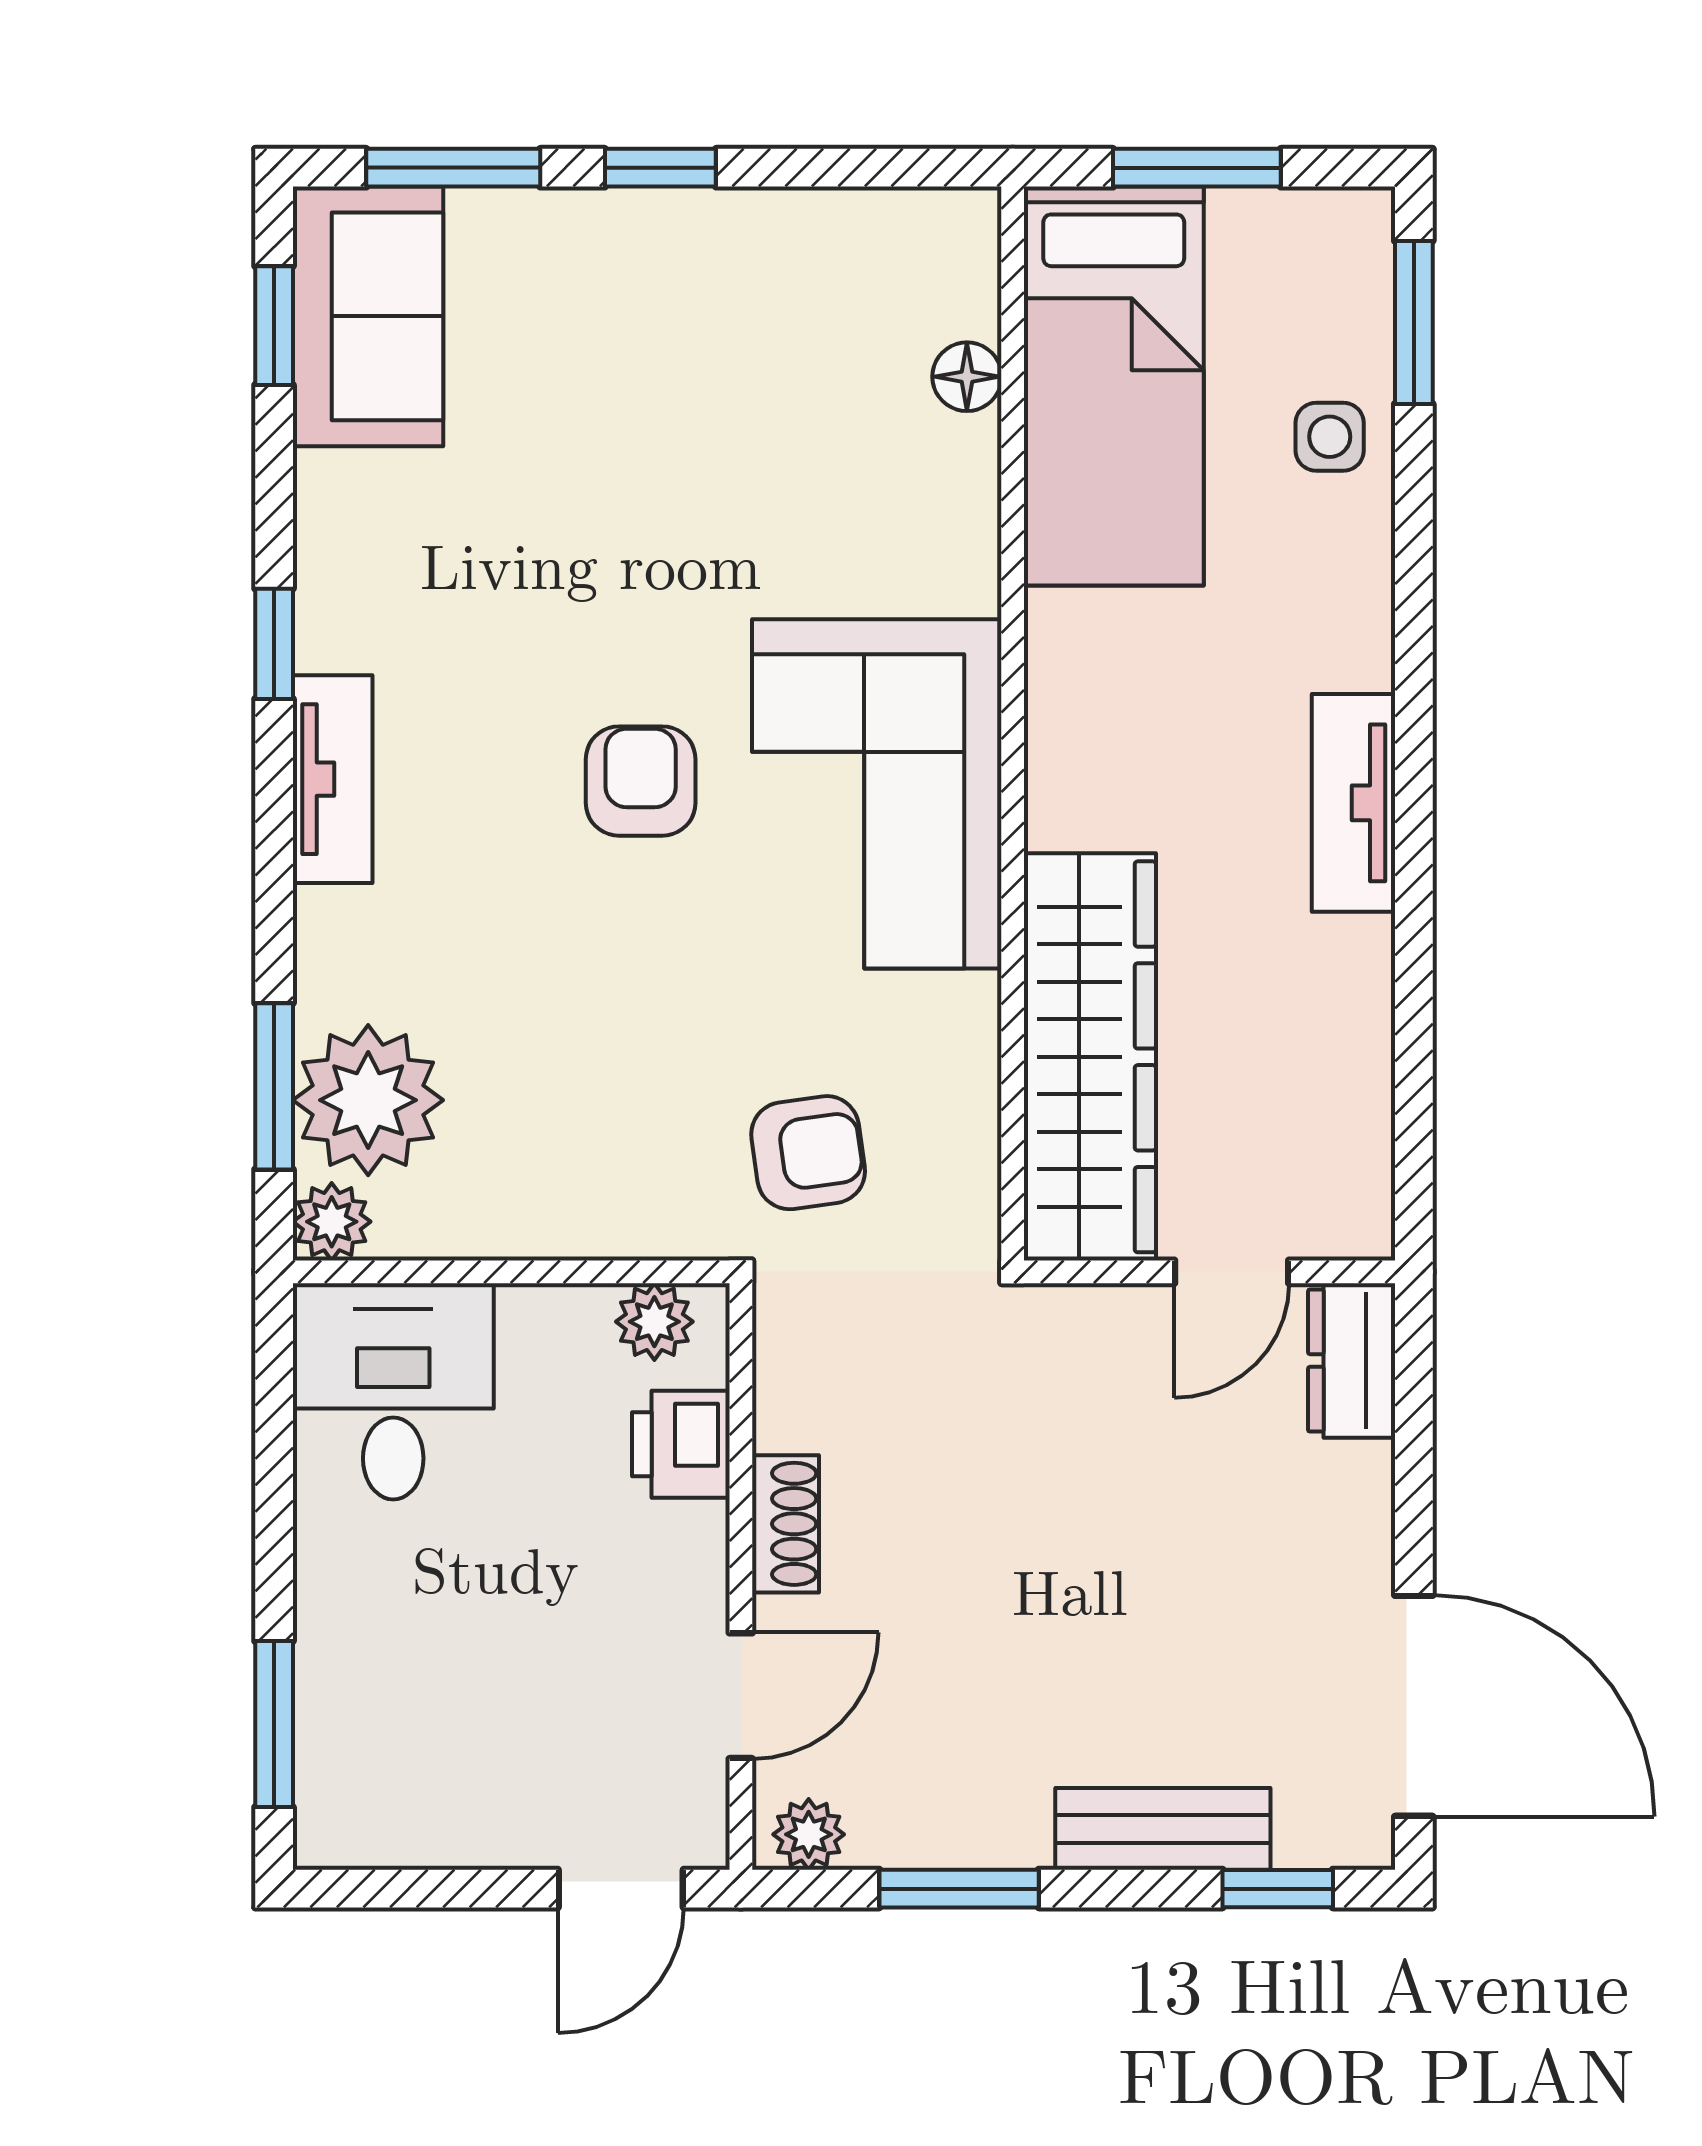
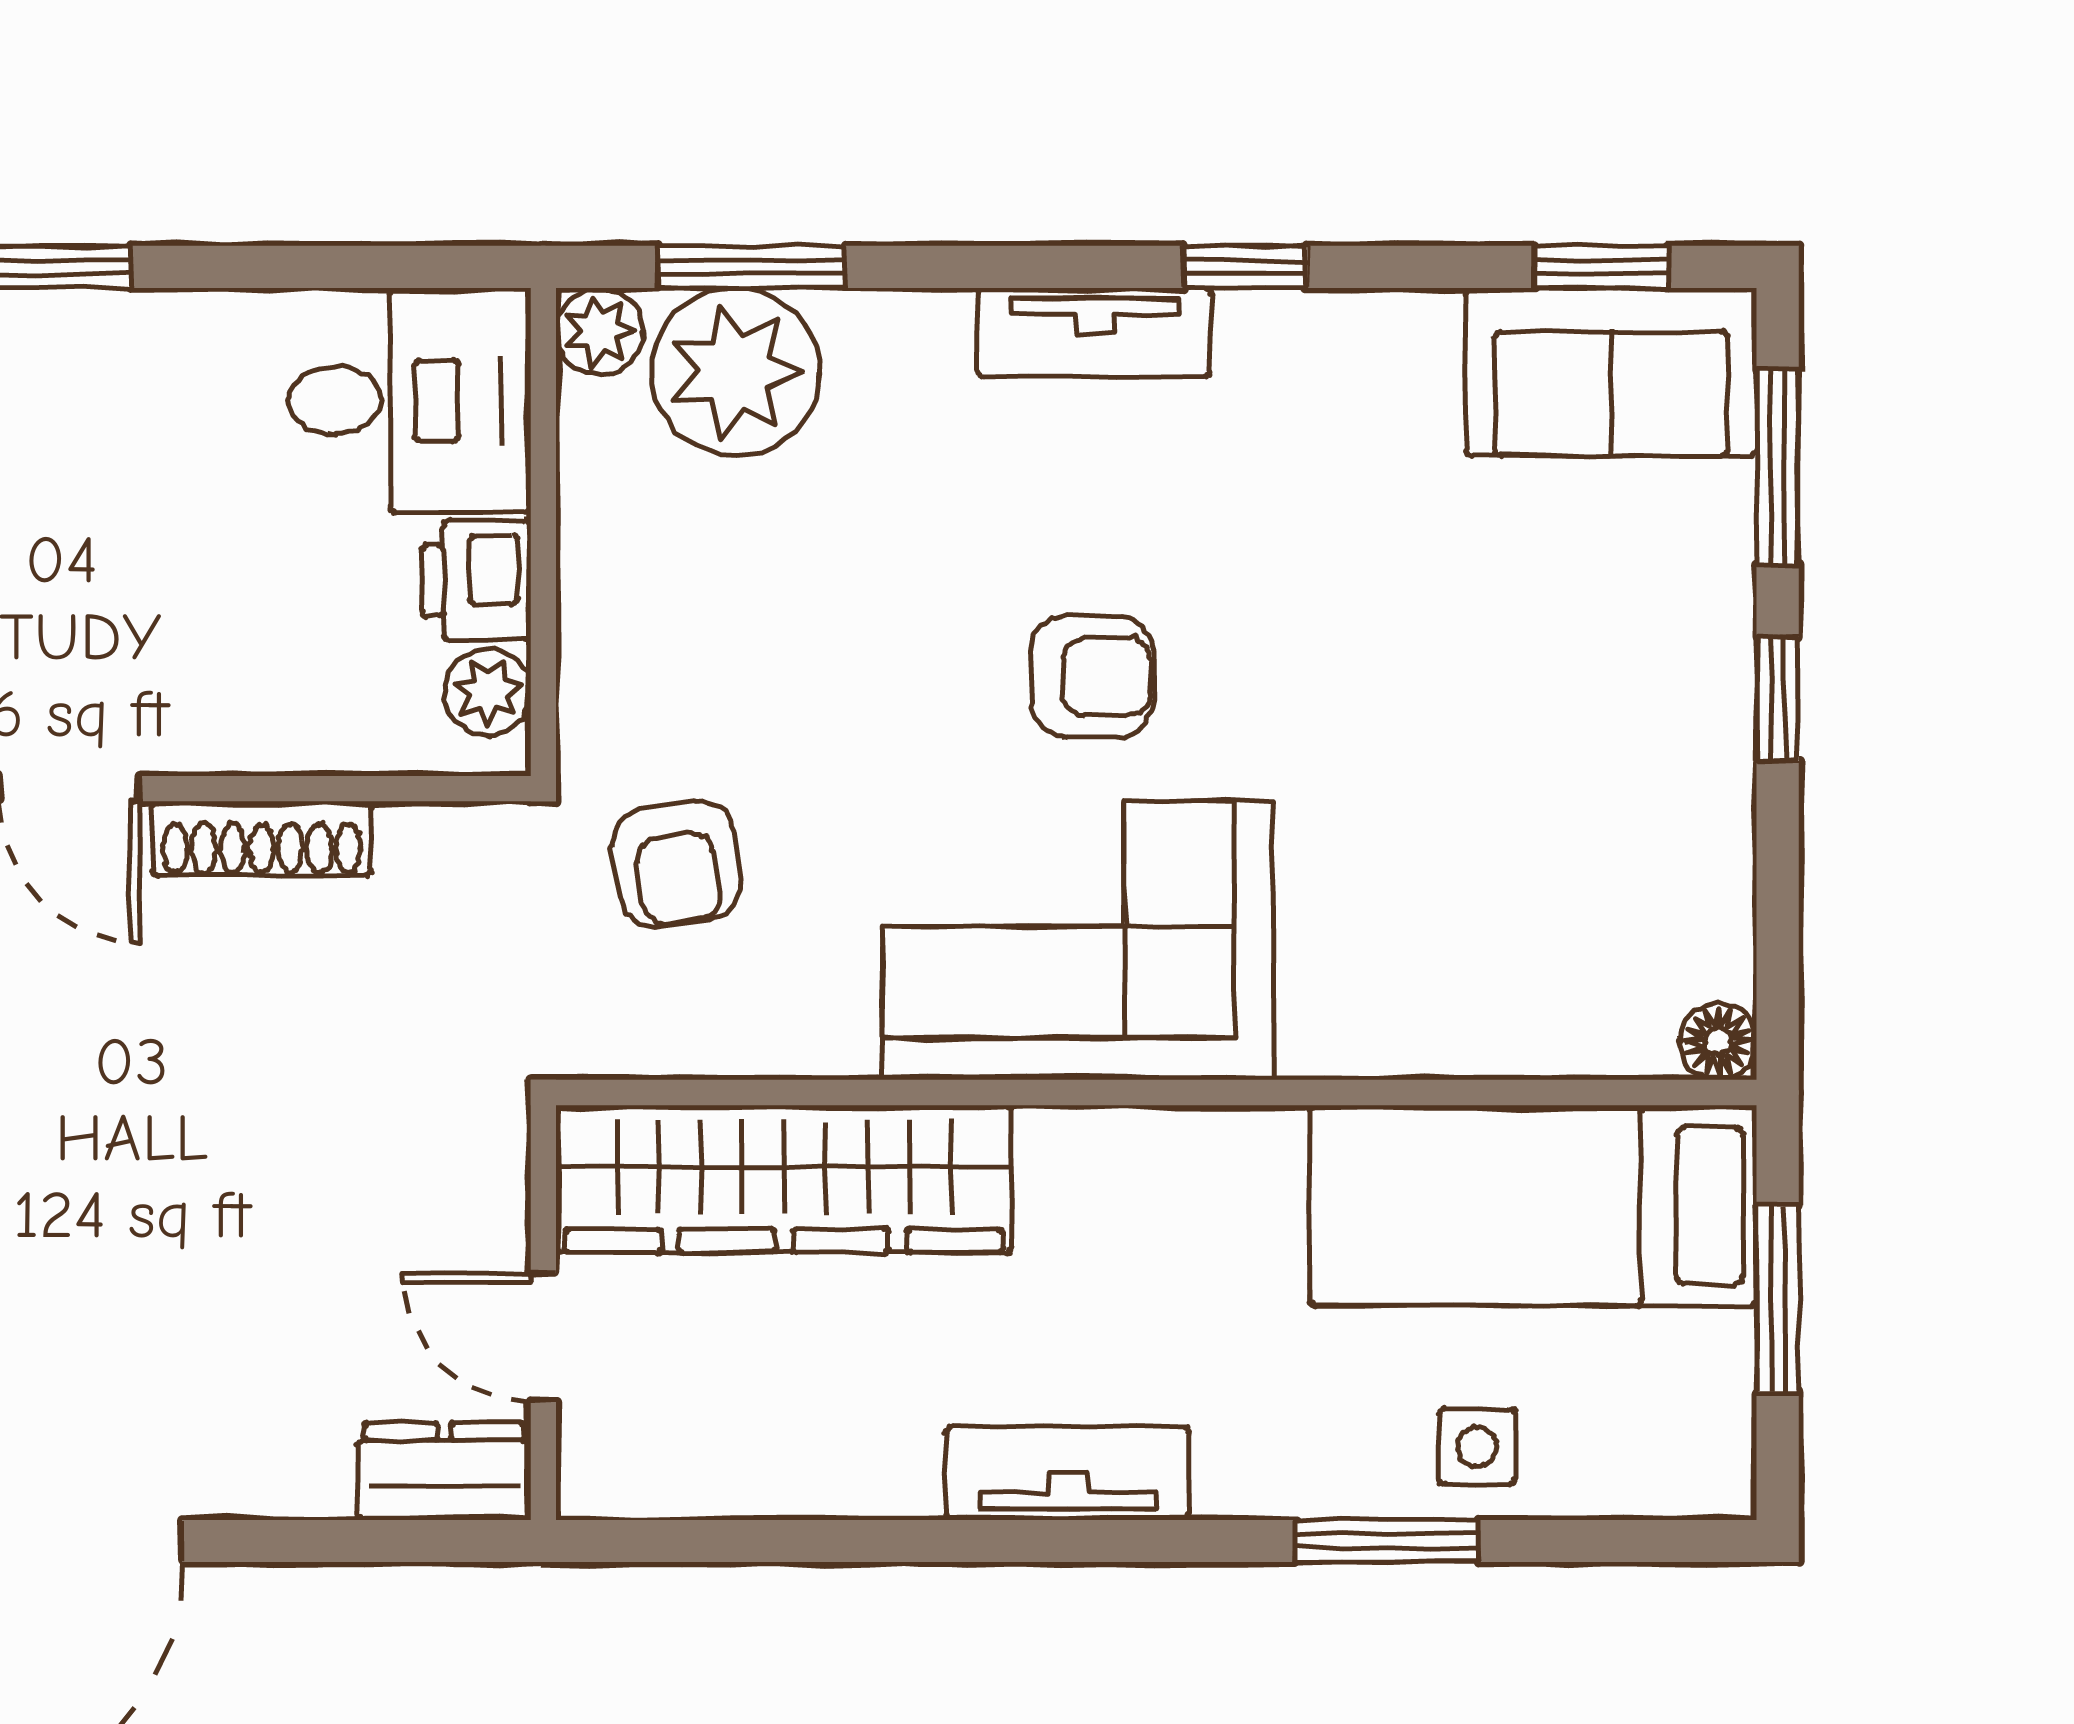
window: (1414, 322) -> (1387, 1541), moved
floor lamp: (967, 377) -> (1718, 1041), moved
printer: (681, 1444) -> (476, 581), moved, turned -90
shoe rack: (785, 1524) -> (262, 839), width x1.43

